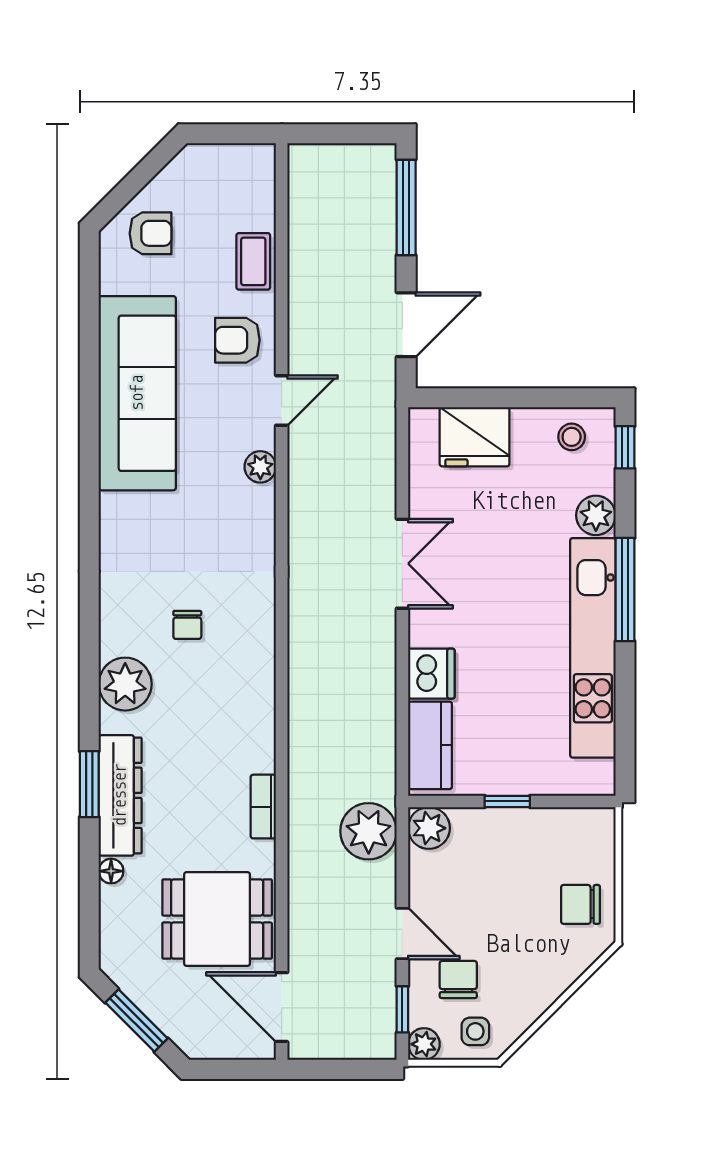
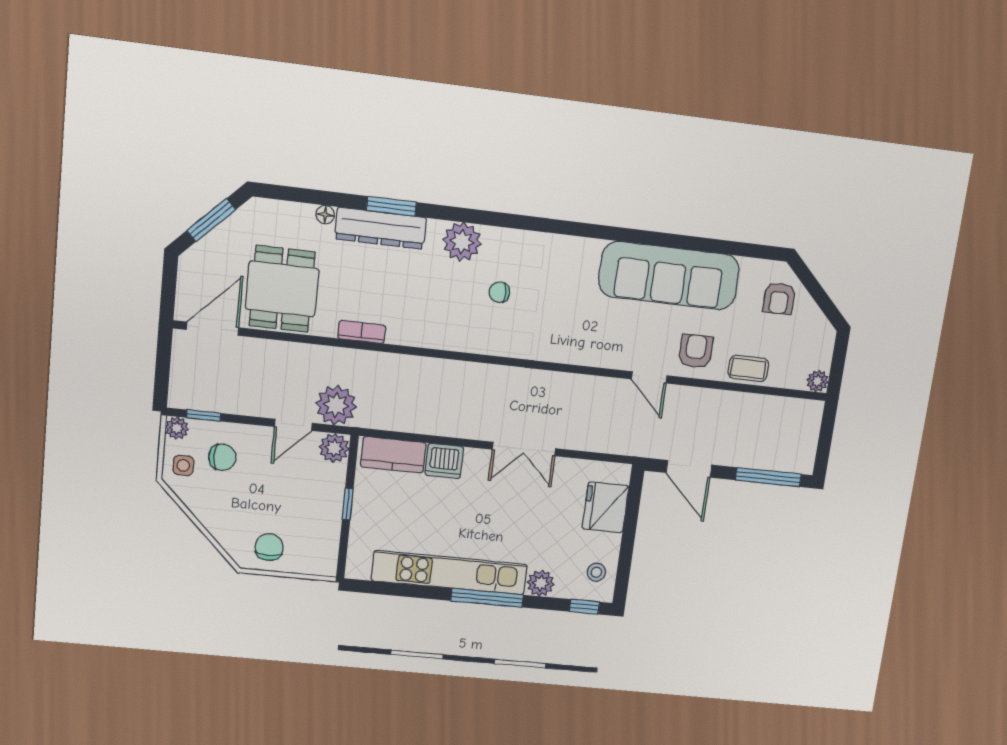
plant: (260, 467) -> (818, 381), moved
door: (402, 933) -> (293, 425), moved

